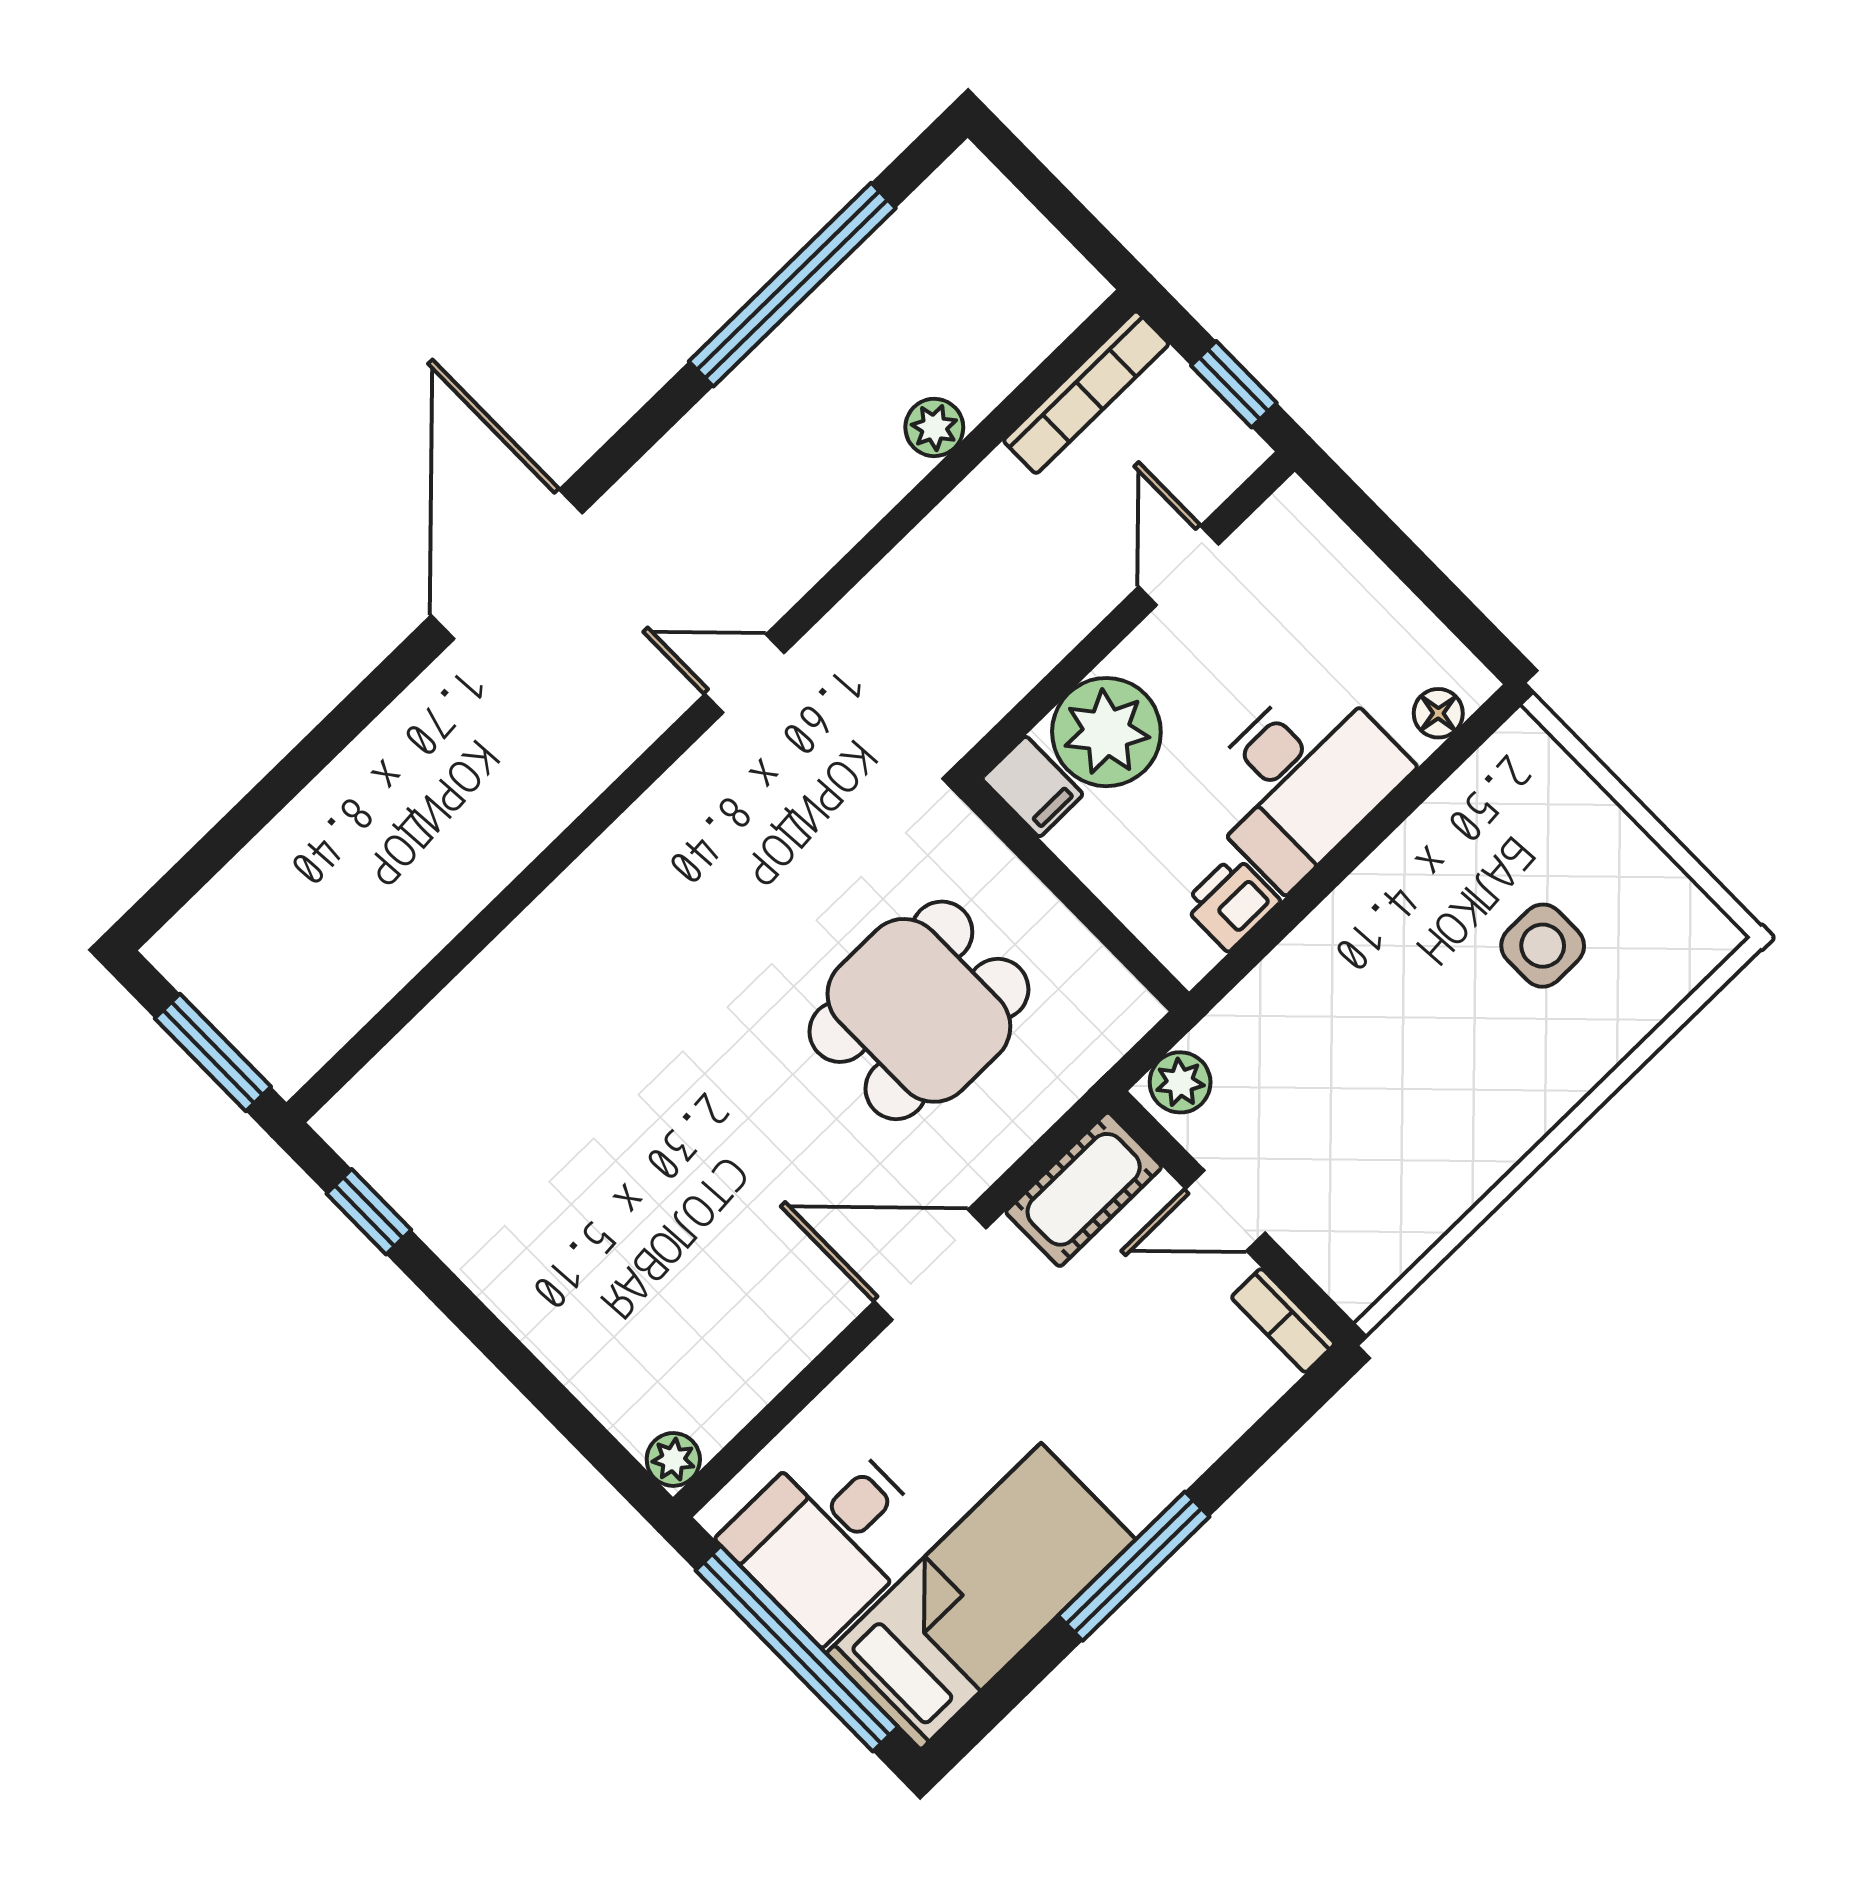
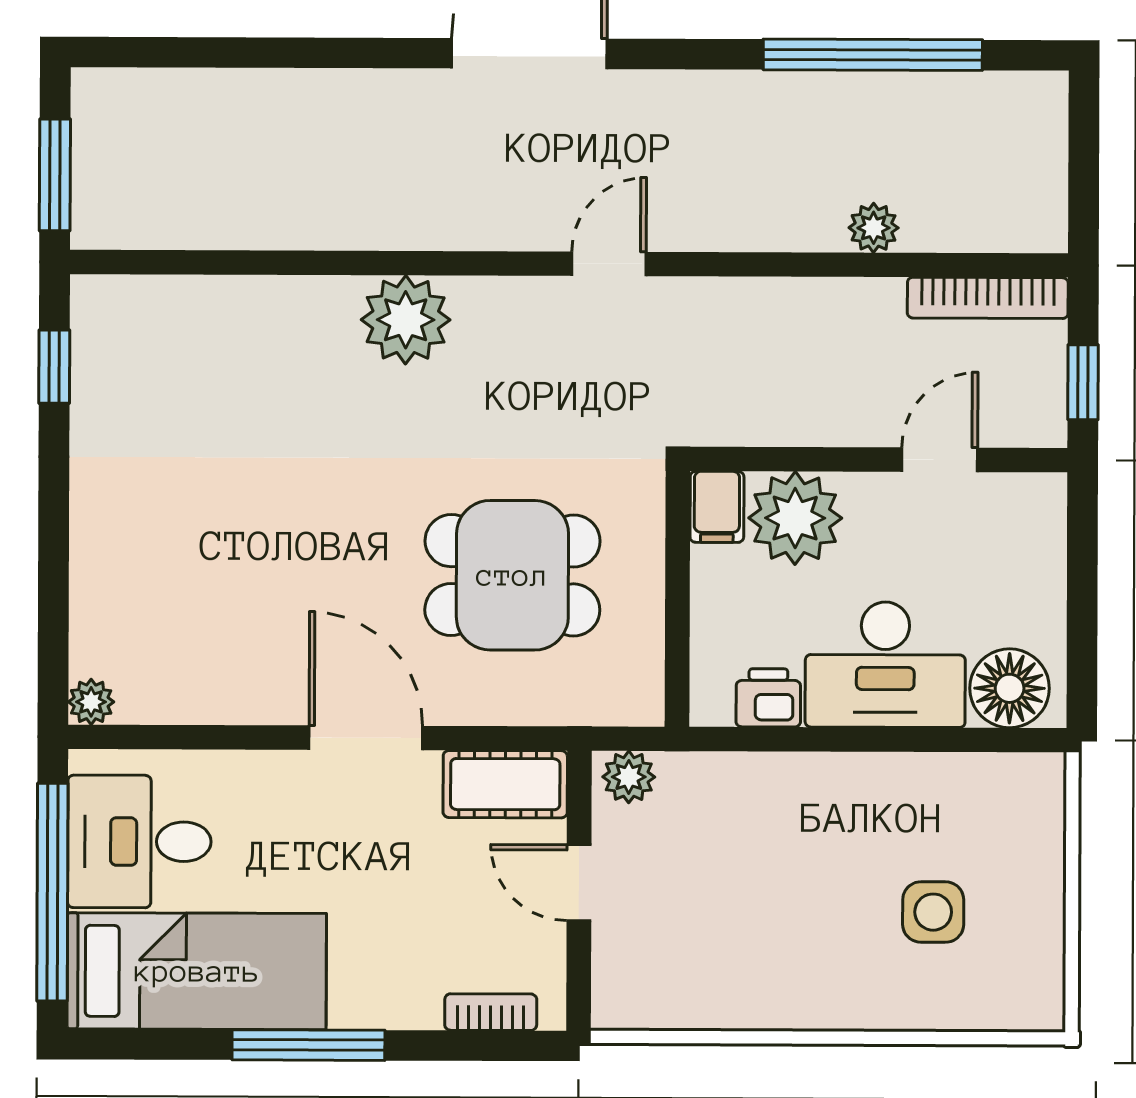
door: (745, 673) -> (609, 264), hinge flipped
floor lamp: (1438, 713) -> (1010, 688), width x1.89, depth x1.89
plant: (622, 886) -> (406, 320), added
bookcase: (1283, 1320) -> (491, 1012), moved, turned 90

